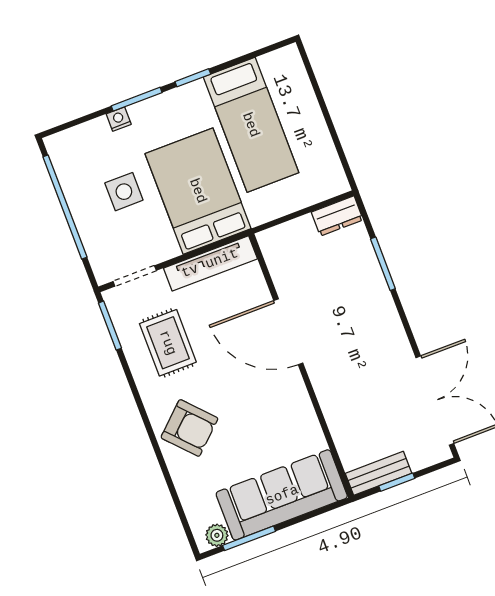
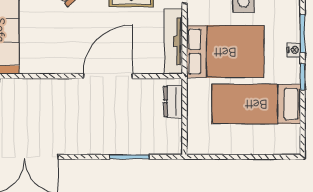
nightstand: (119, 119) -> (294, 50), moved
dresser: (337, 216) -> (173, 101), moved

